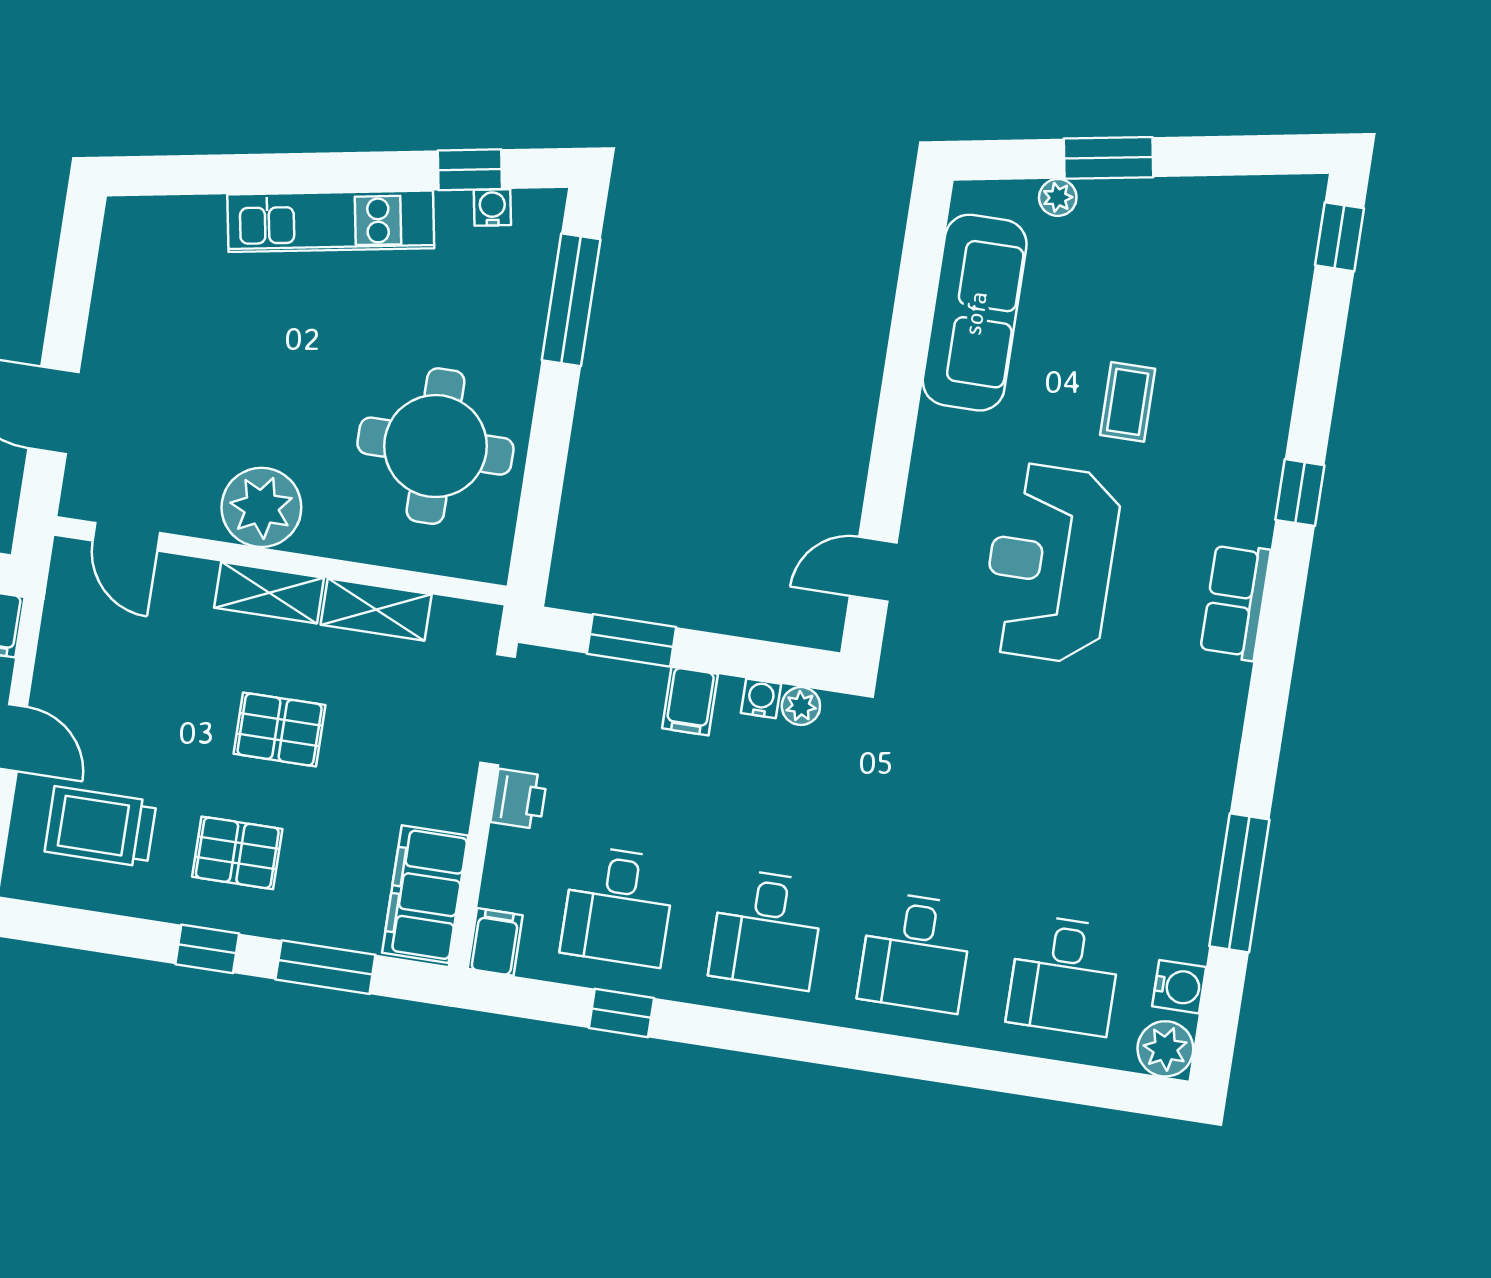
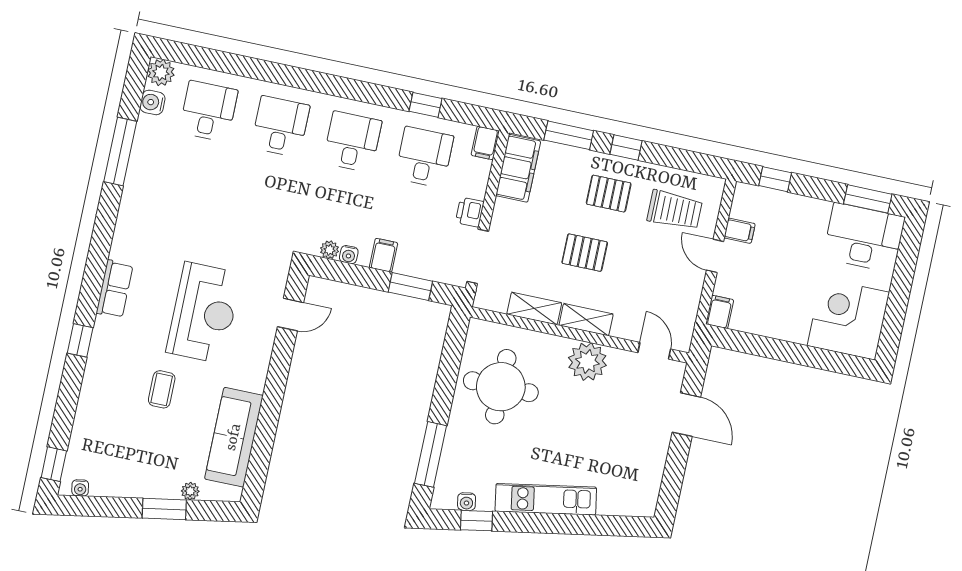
water cooler: (1283, 191) -> (80, 488), added

